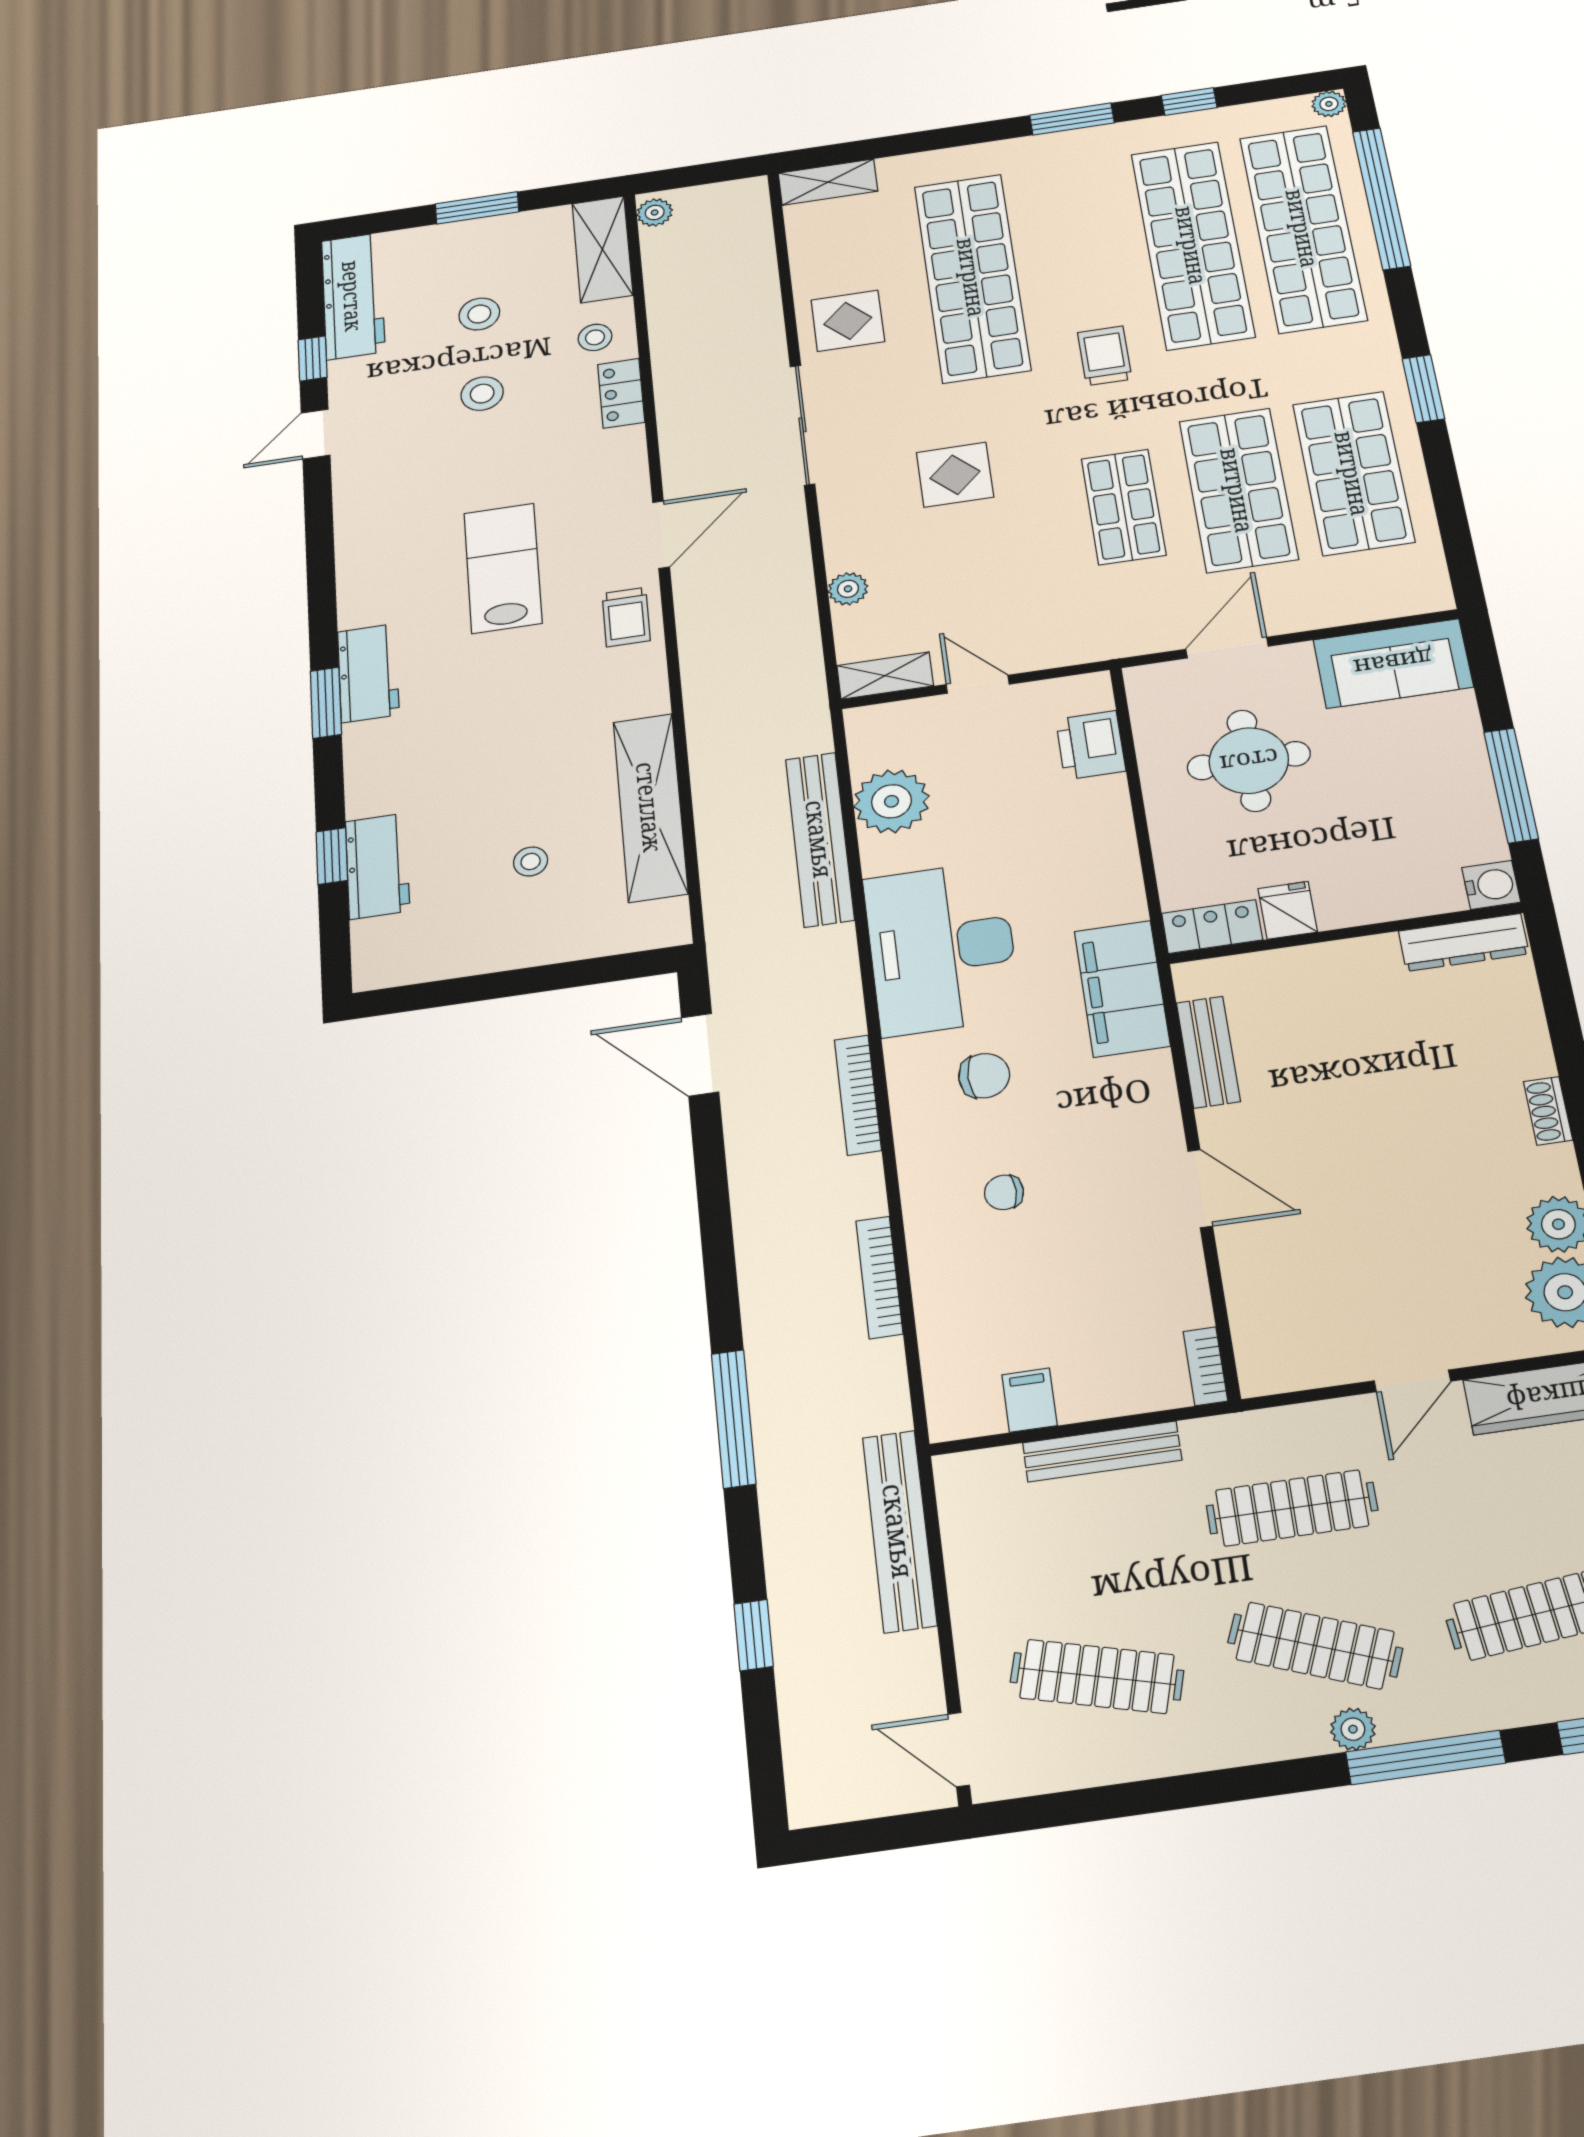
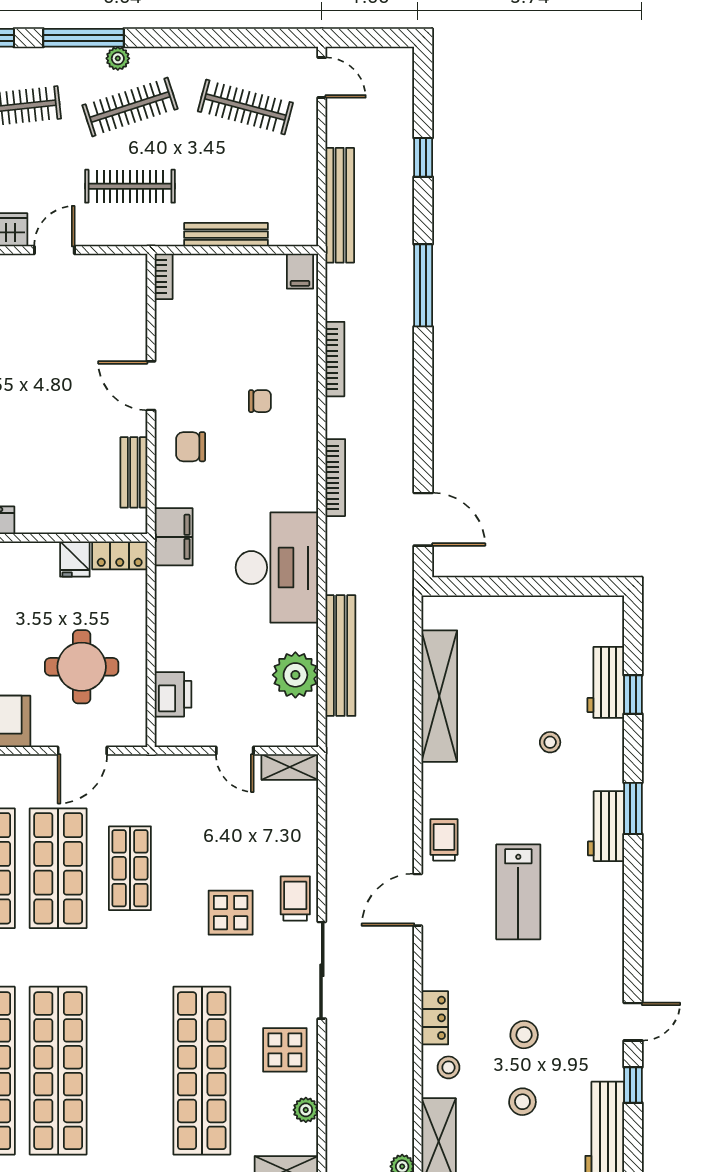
trolley: (1105, 356) -> (295, 899), moved, turned 180
plant: (848, 589) -> (306, 1110), moved
stool: (531, 861) -> (550, 742), moved
filing cabinet: (1122, 989) -> (174, 537), width x0.67, depth x0.86
chair: (984, 1076) -> (191, 447), moved
filing cabinet: (1029, 1400) -> (300, 271), moved
clothes rail: (1315, 1645) -> (130, 107), turned -39

